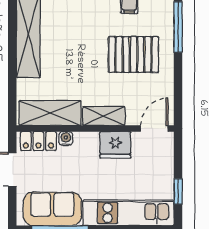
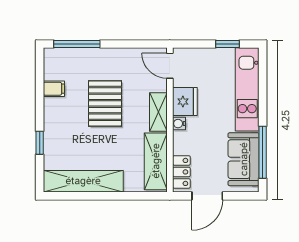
pallet: (134, 54) -> (105, 103), moved
water cooler: (66, 139) -> (179, 124), moved

